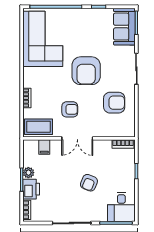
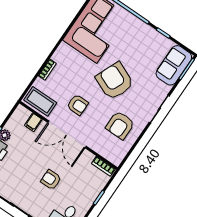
armchair: (86, 71) -> (115, 81), turned 113
armchair: (114, 103) -> (120, 125), turned 90
double door: (77, 138) -> (67, 134), width x1.37
armchair: (89, 183) -> (51, 180), turned 68

